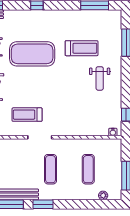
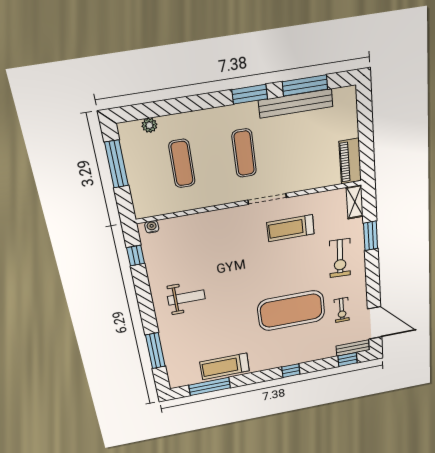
treadmill: (82, 48) -> (225, 366), moved
weight bench: (100, 78) -> (186, 298), turned 90
treadmill: (27, 115) -> (290, 228), turned 180

